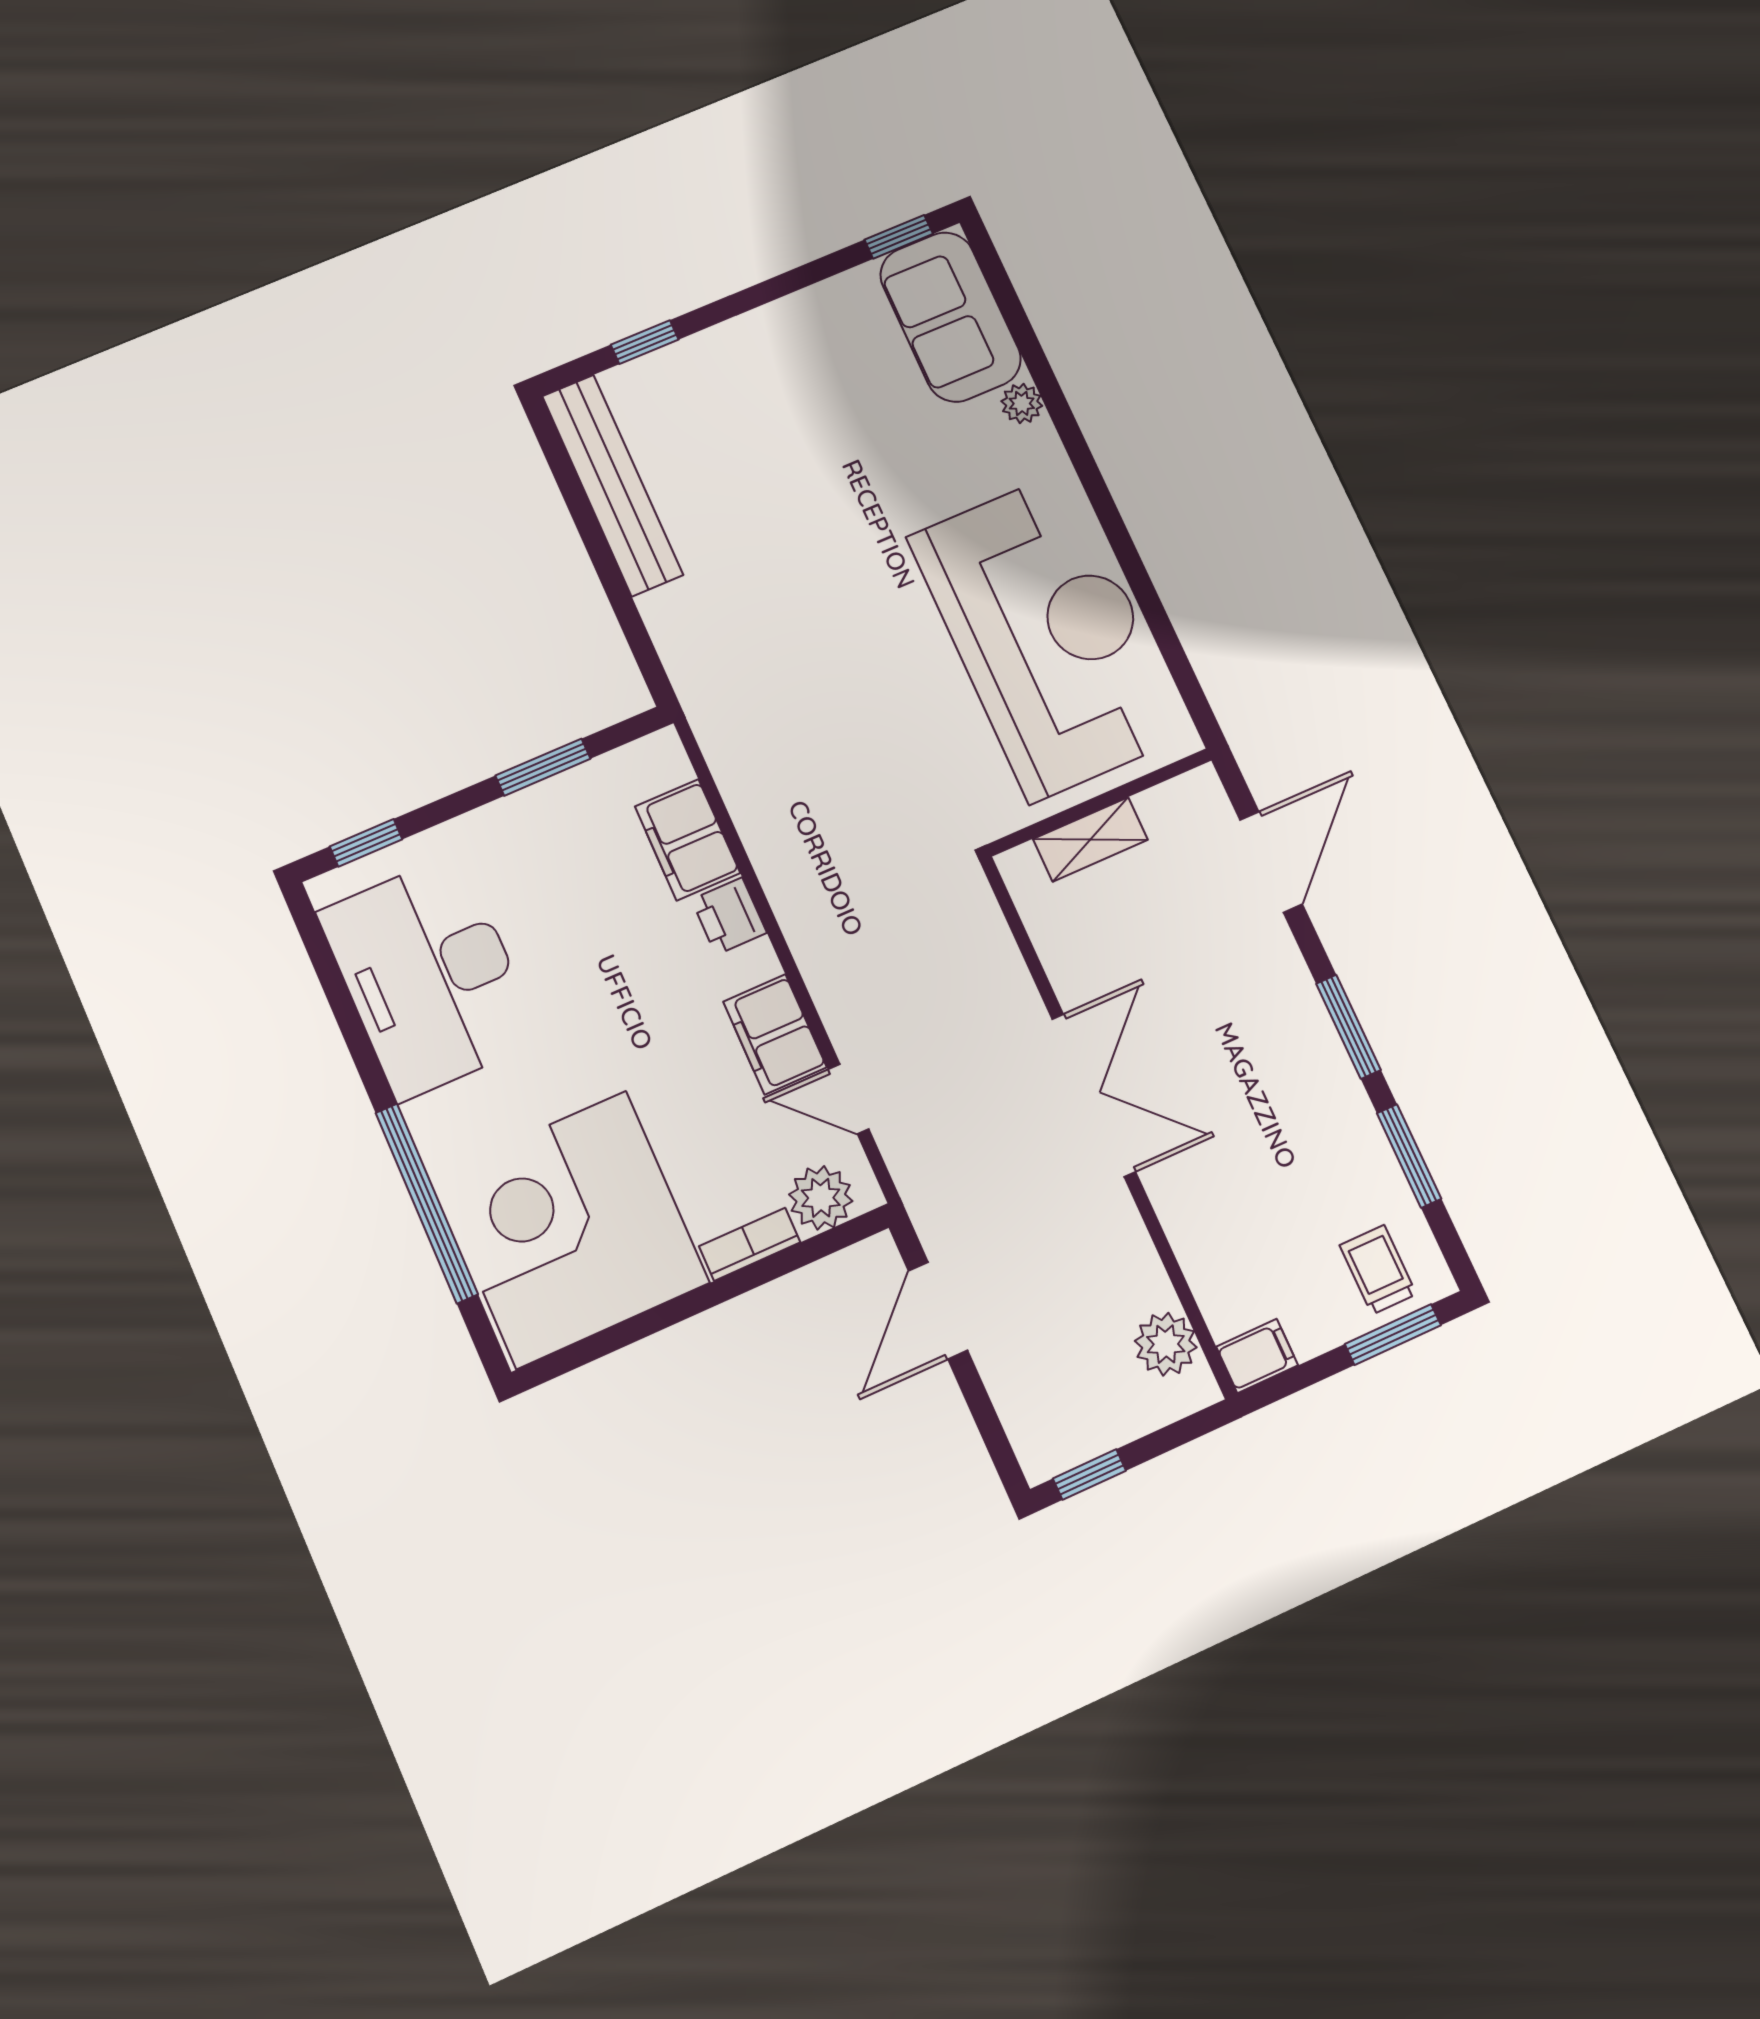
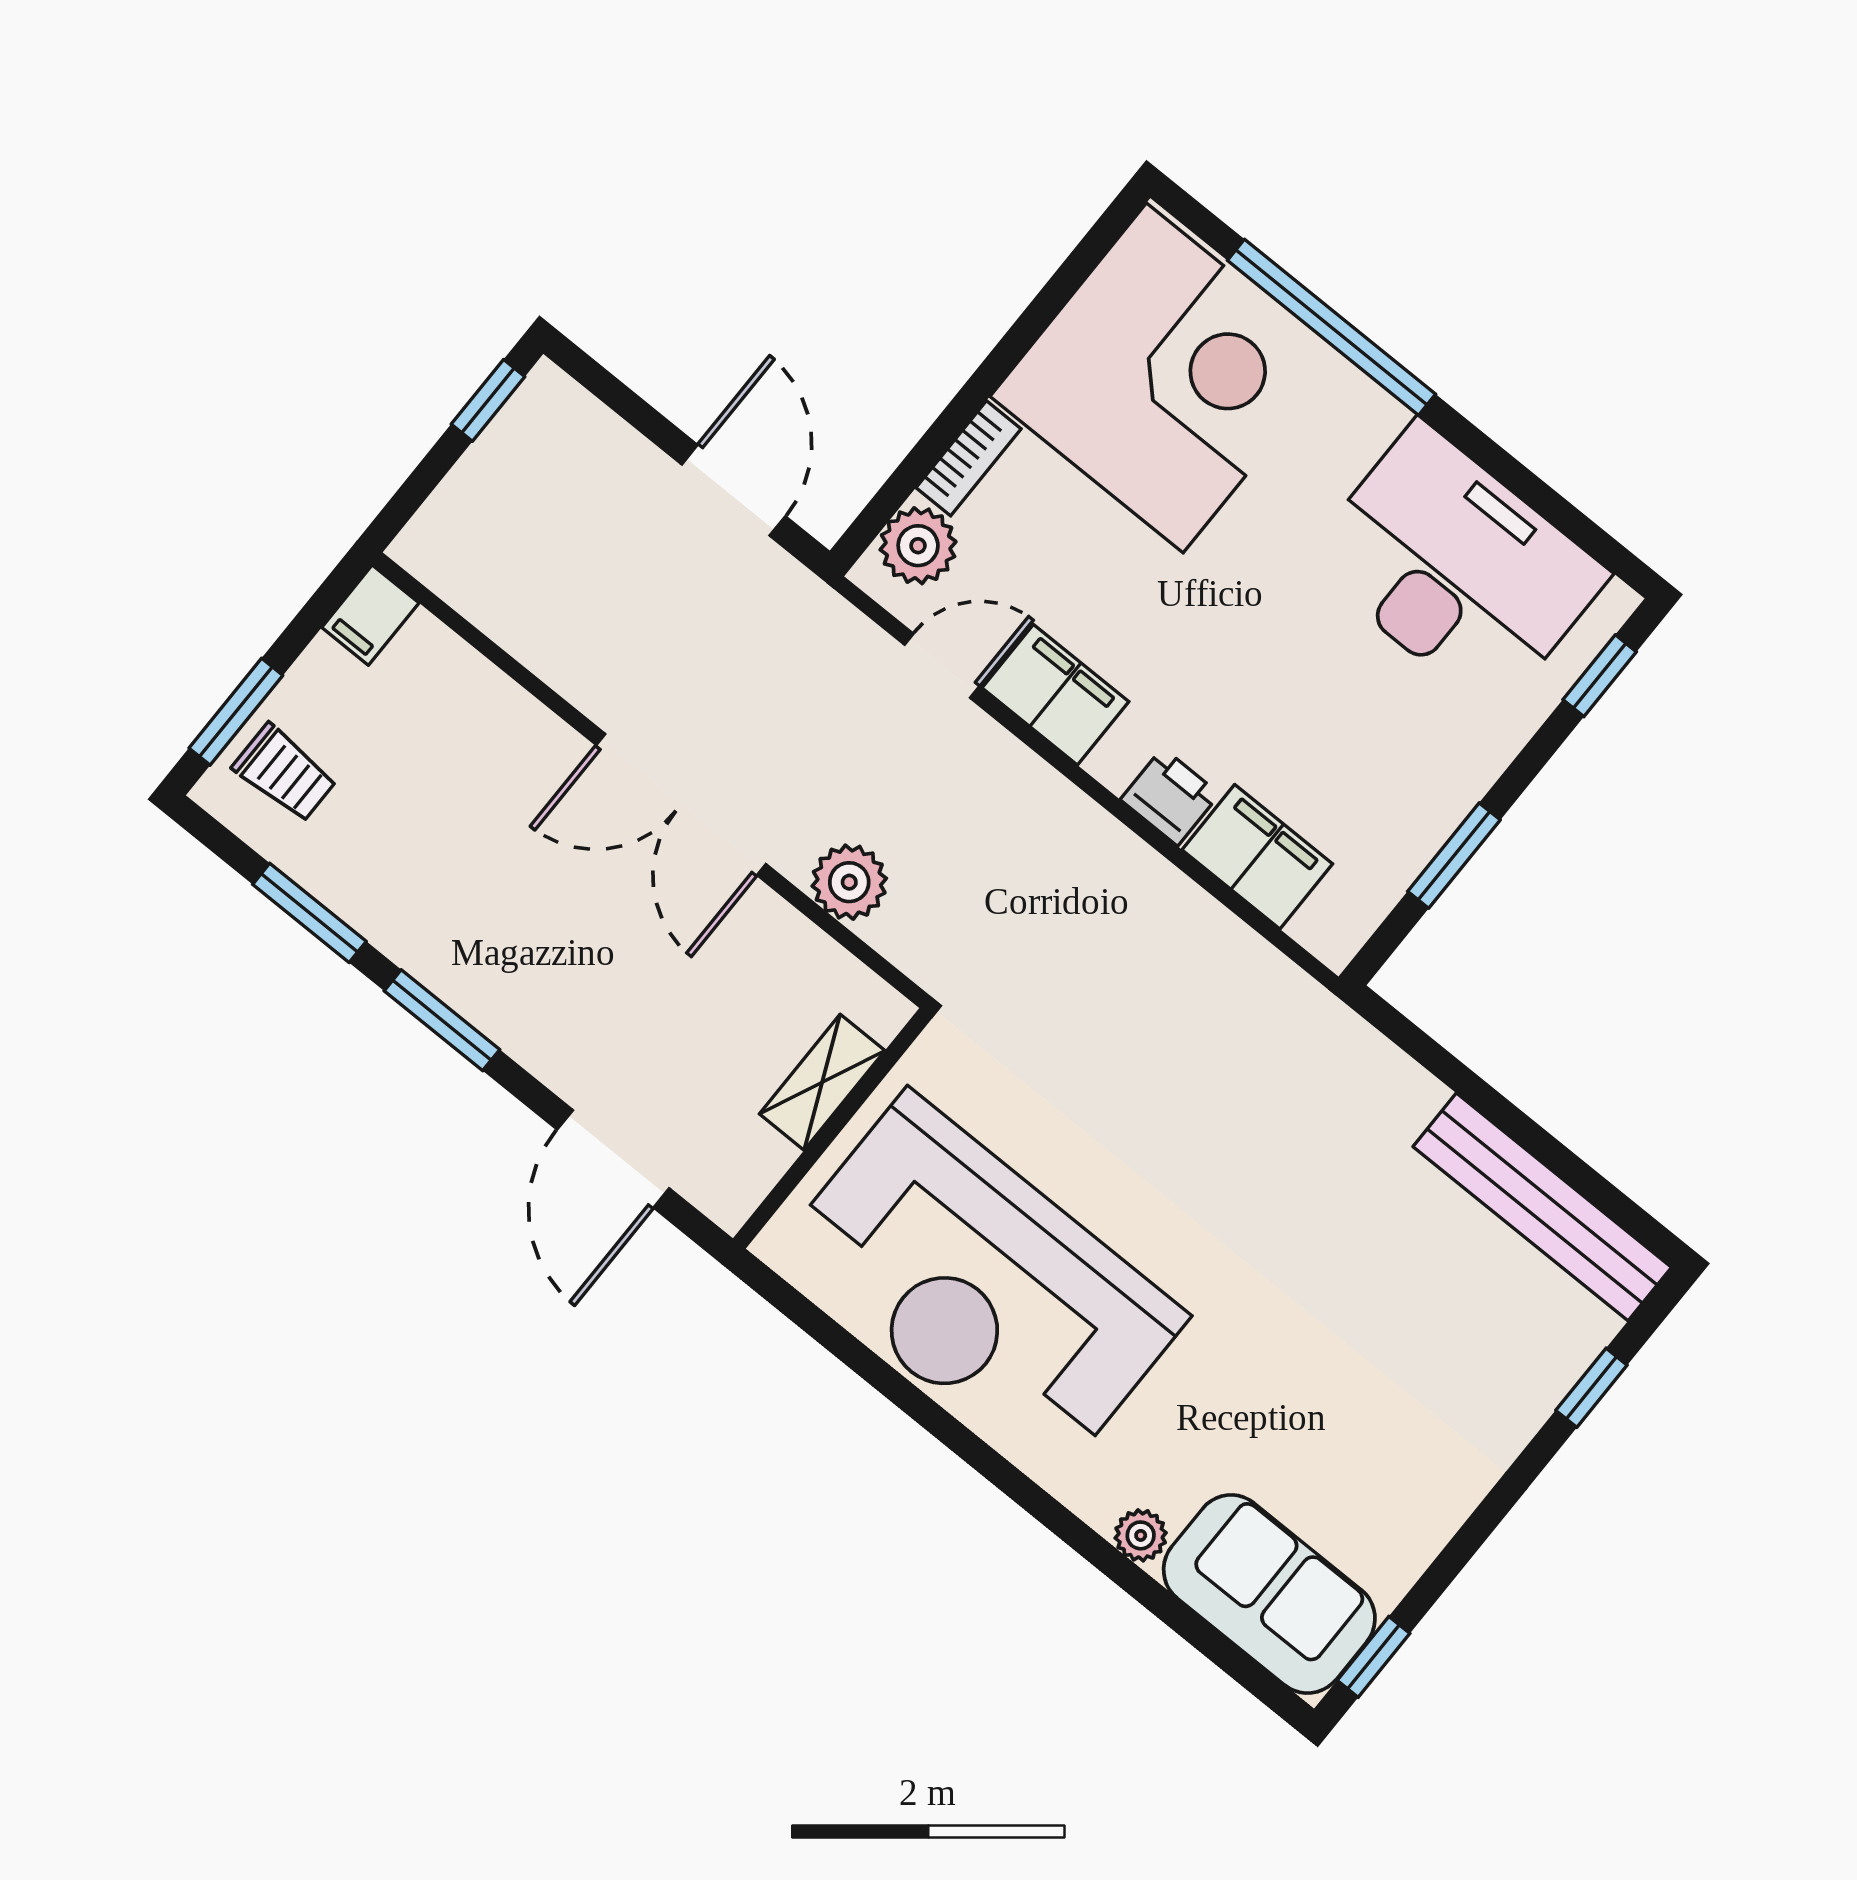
plant: (1166, 1344) -> (849, 882), moved

